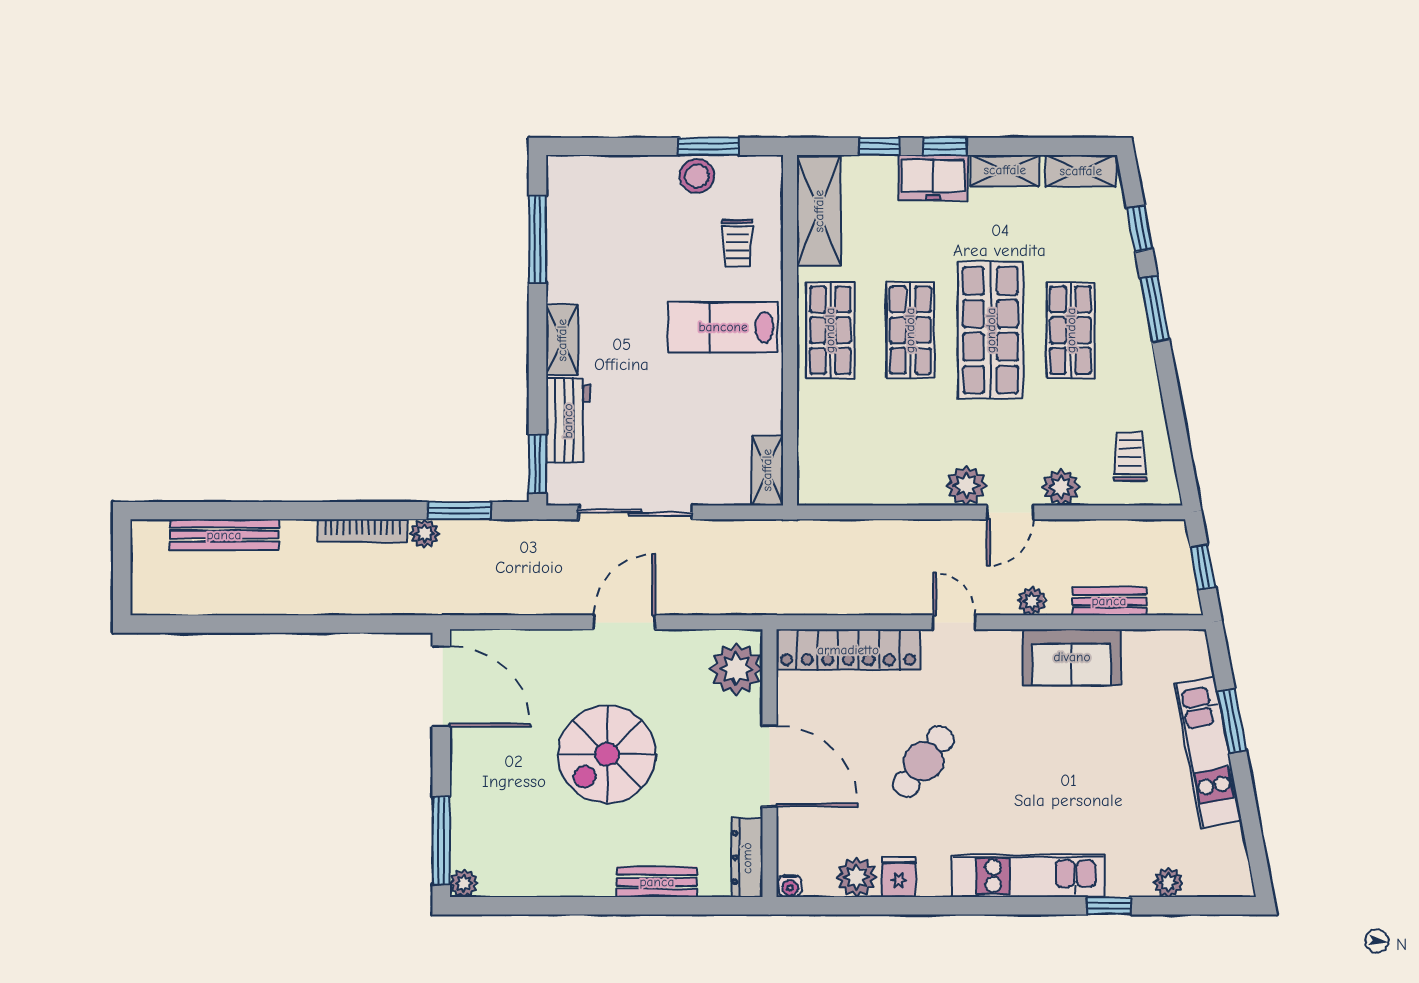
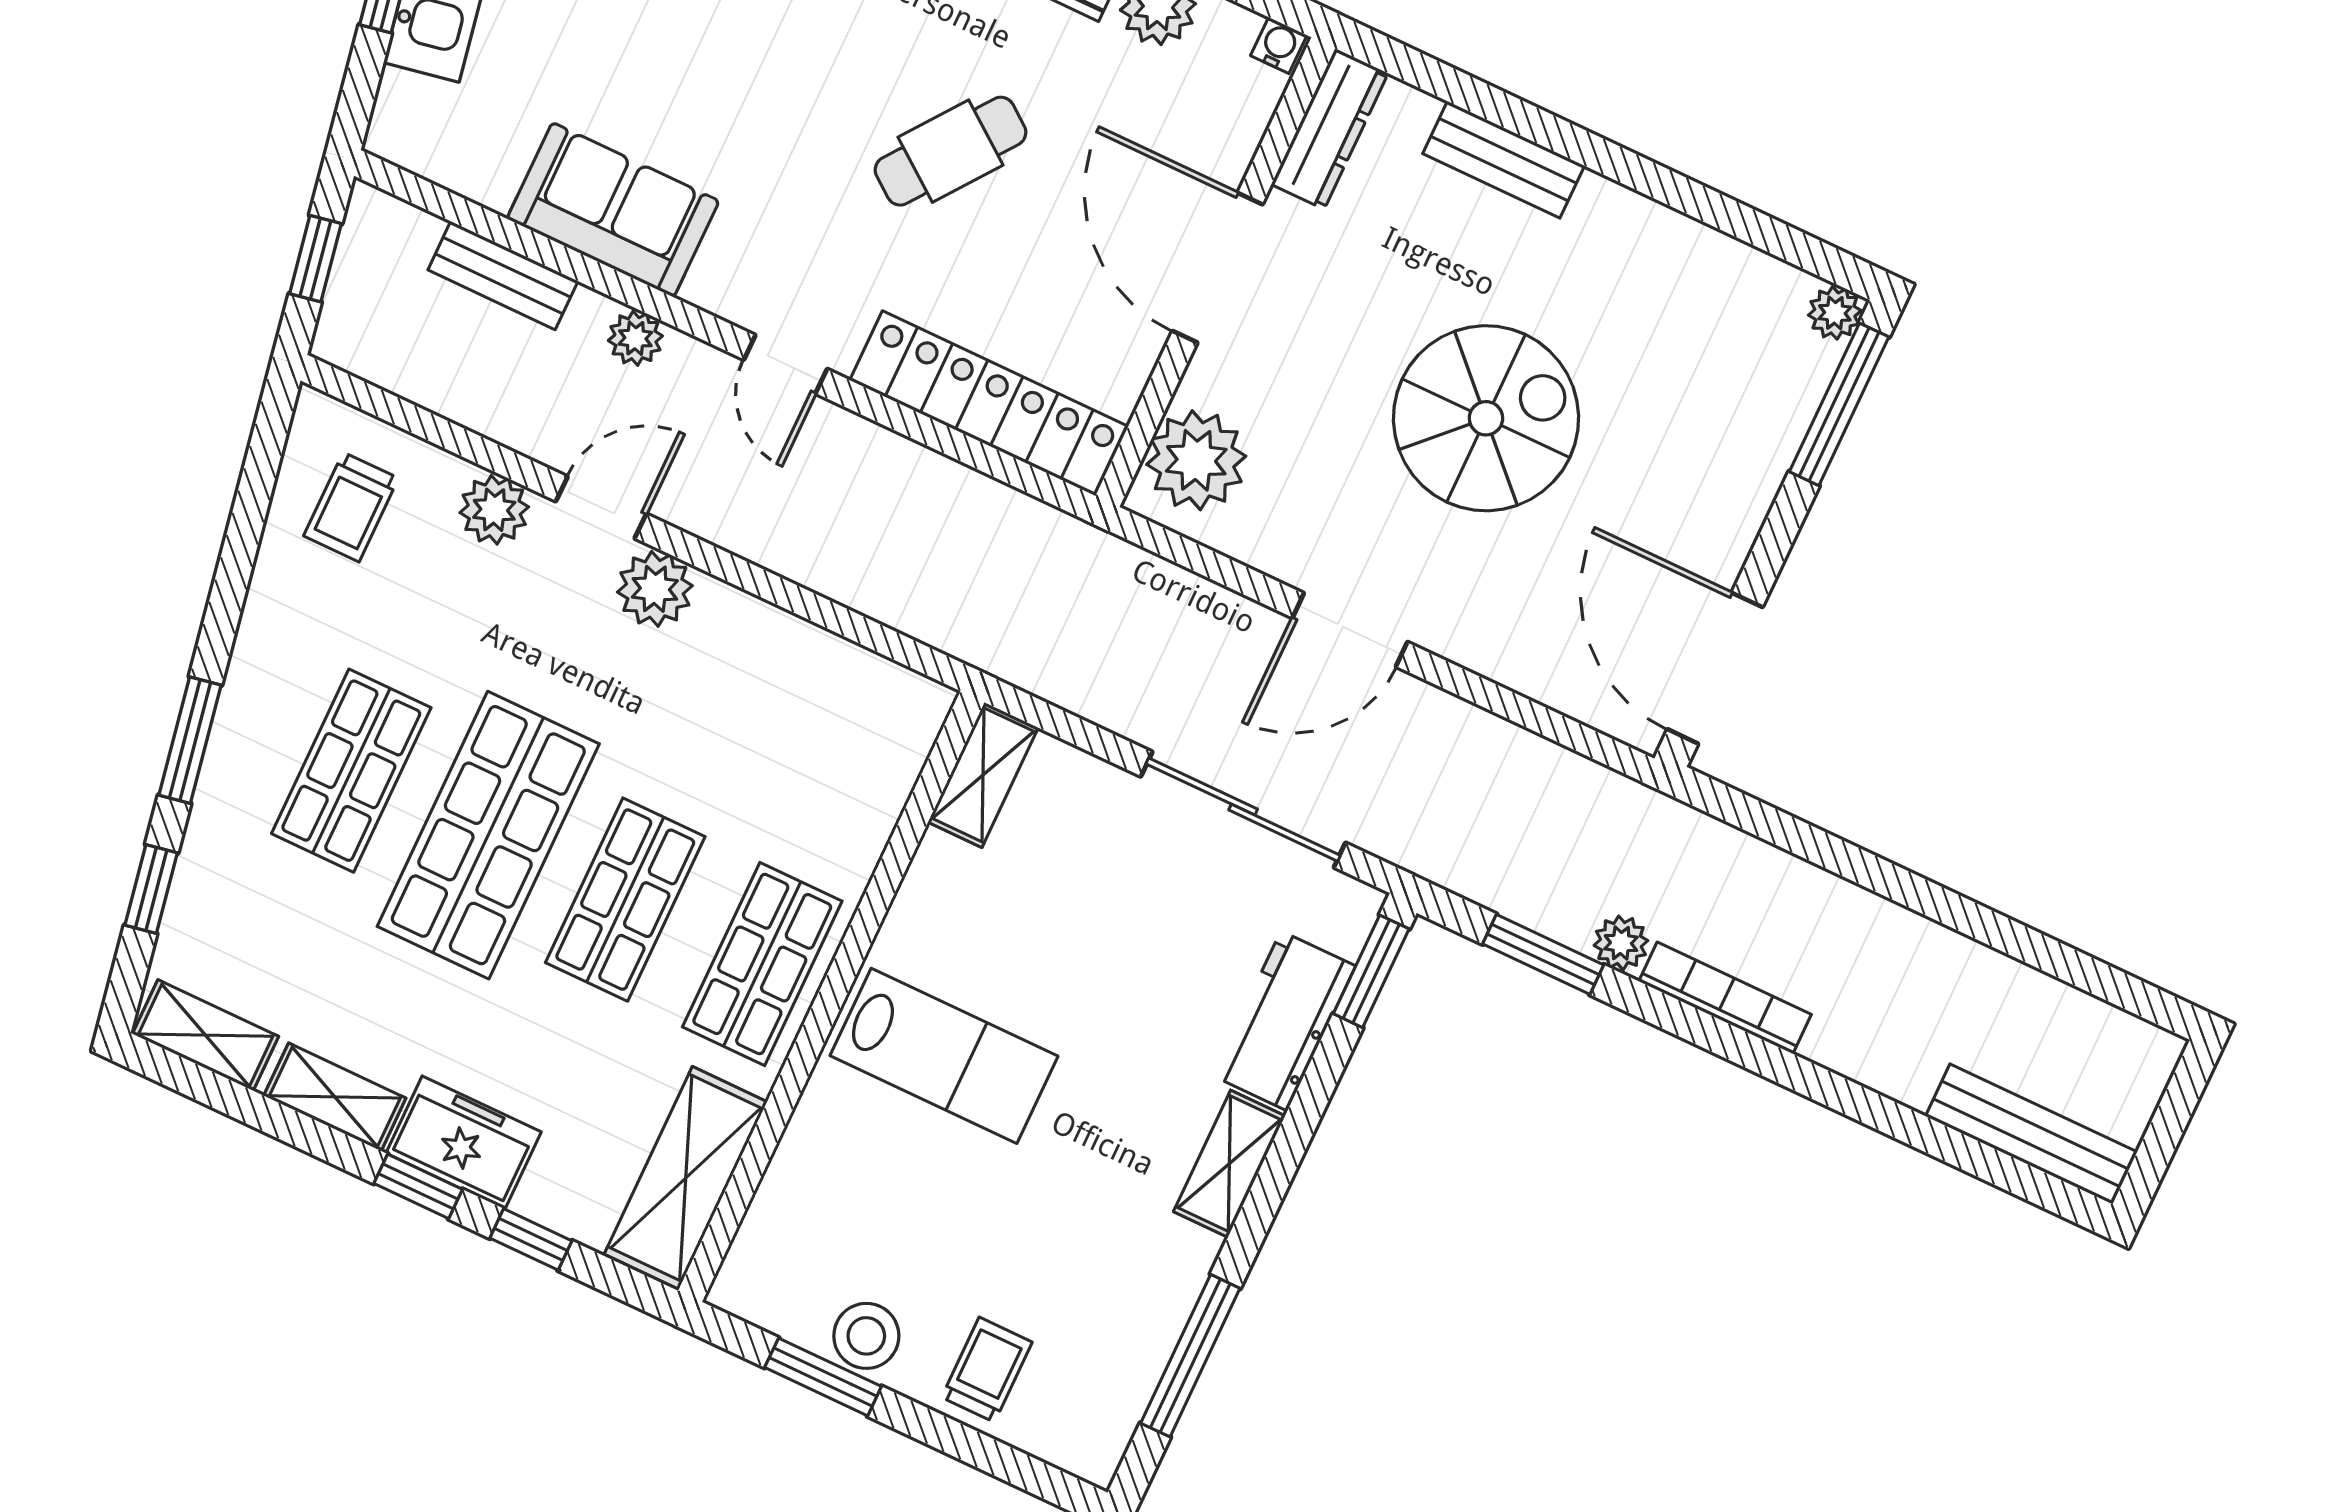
trolley: (737, 243) -> (987, 1370), moved
bench: (224, 535) -> (2031, 1134), moved

